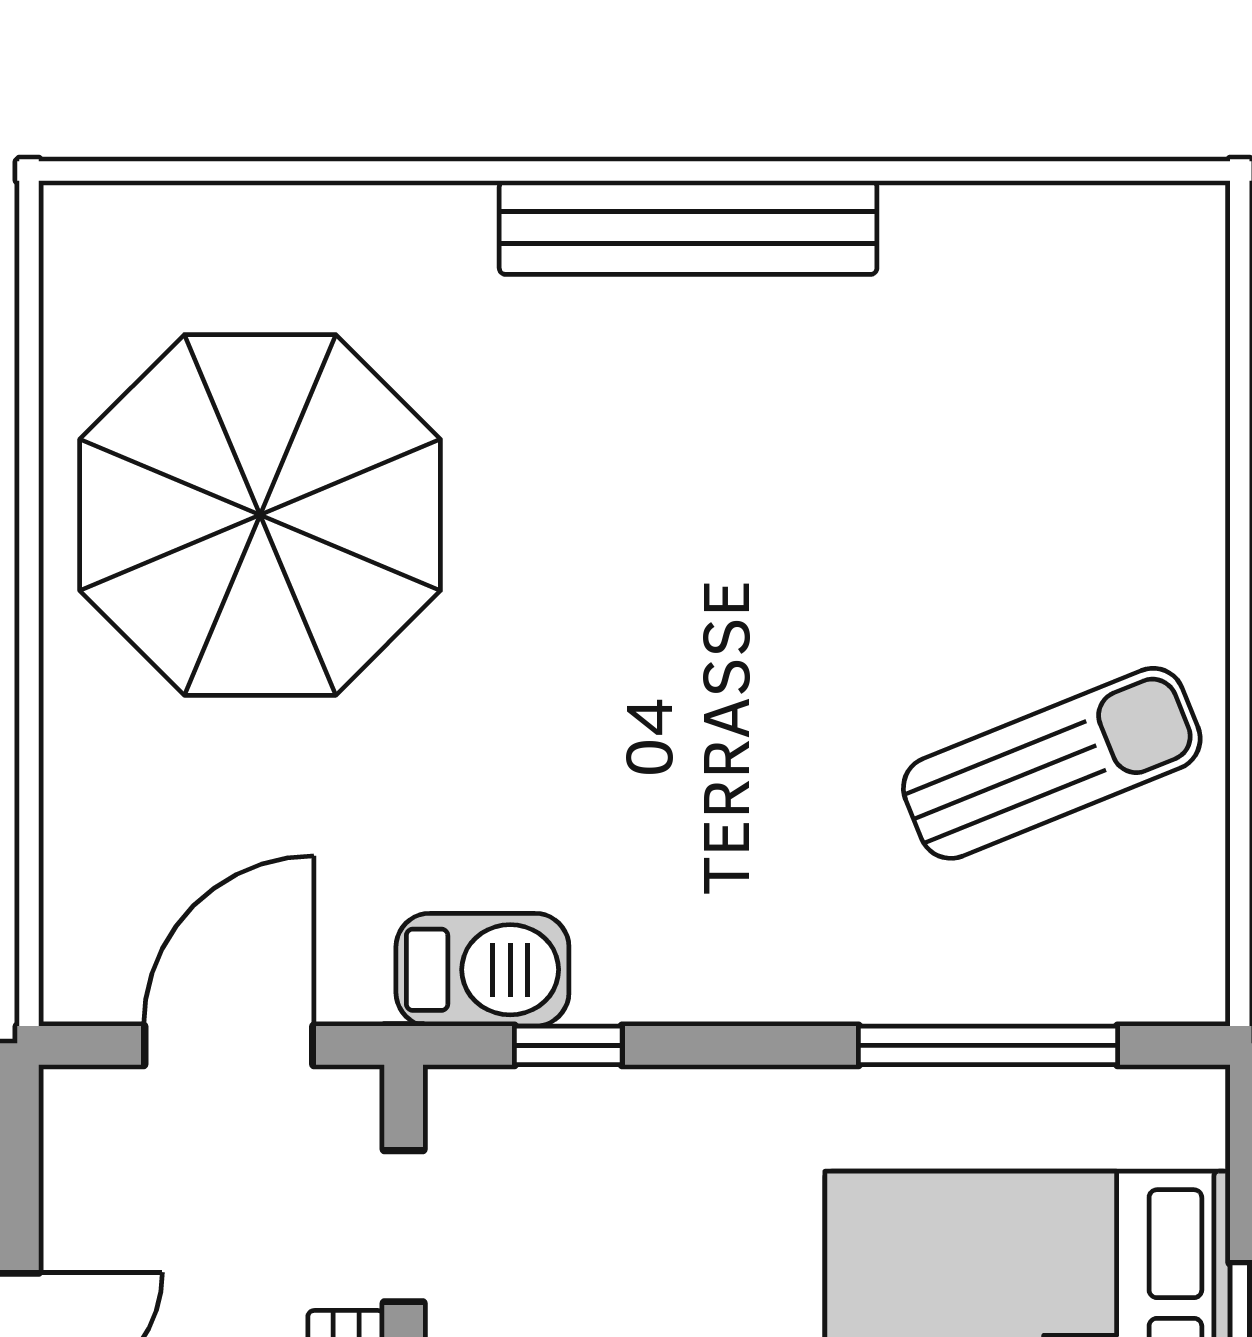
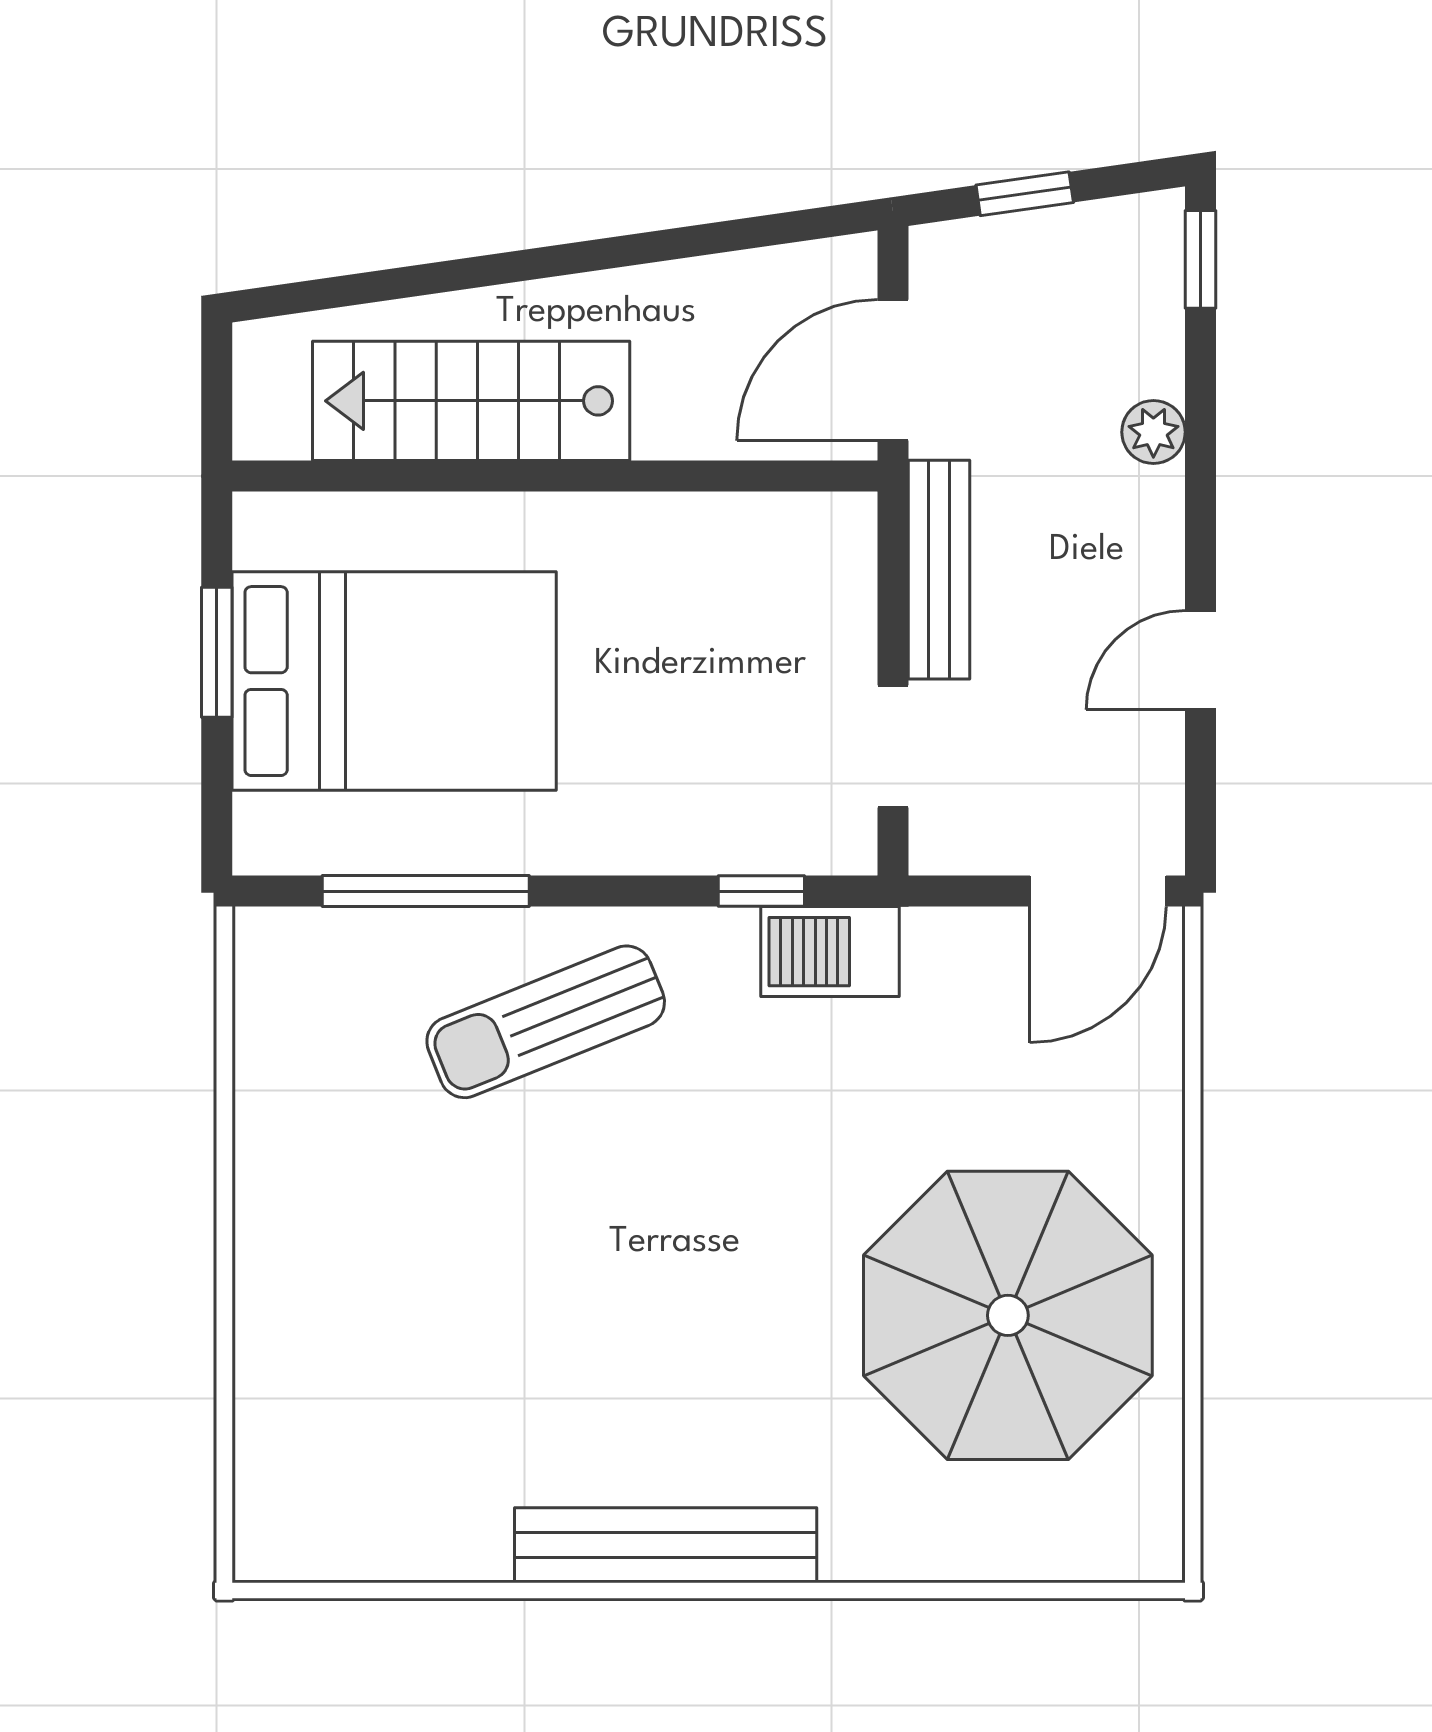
sun lounger: (1052, 763) -> (546, 1022), moved
door: (229, 1045) -> (1098, 891), moved

